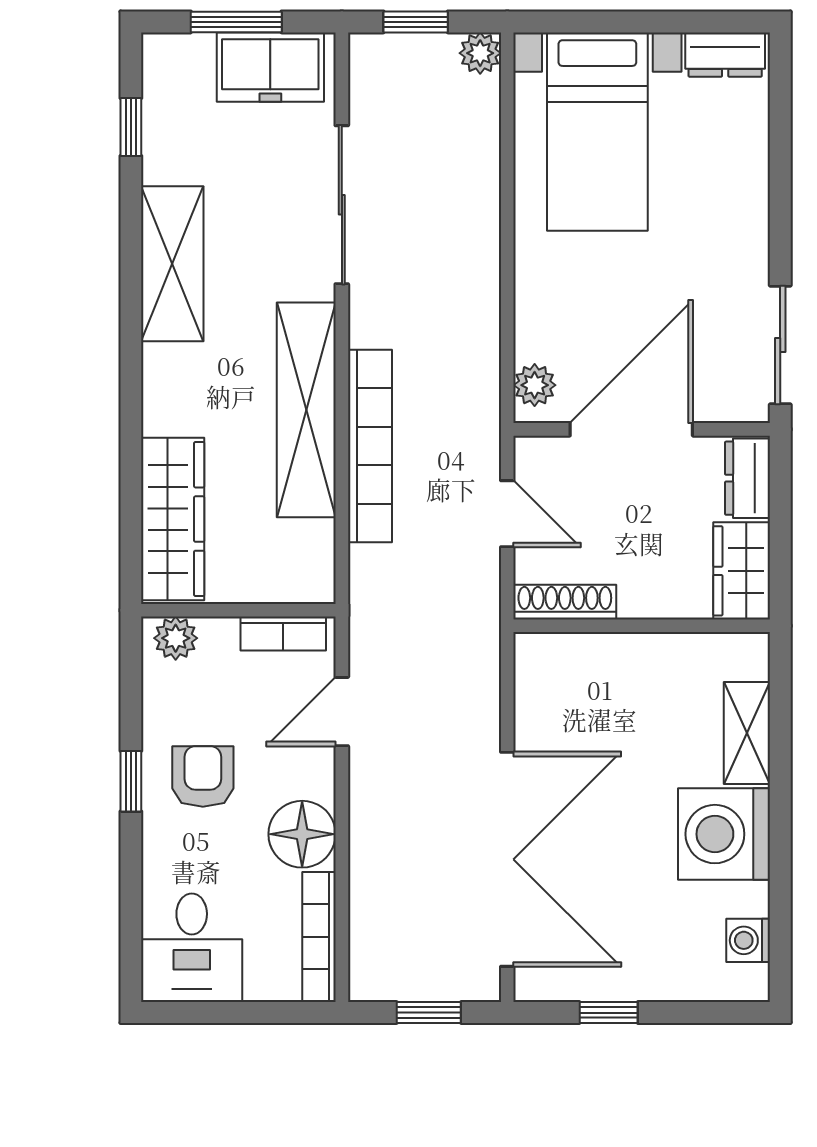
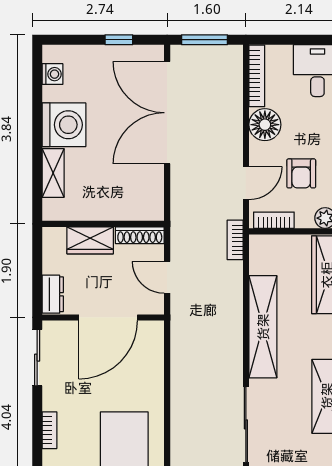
bookcase: (754, 193) -> (49, 430), added
plant: (535, 385) -> (154, 339), removed
bookcase: (370, 446) -> (235, 240), moved, width x0.43, depth x0.76
wardrobe: (742, 571) -> (90, 240), moved, turned 90
armchair: (203, 776) -> (301, 173), moved
window: (429, 1013) -> (205, 40), width x1.50

